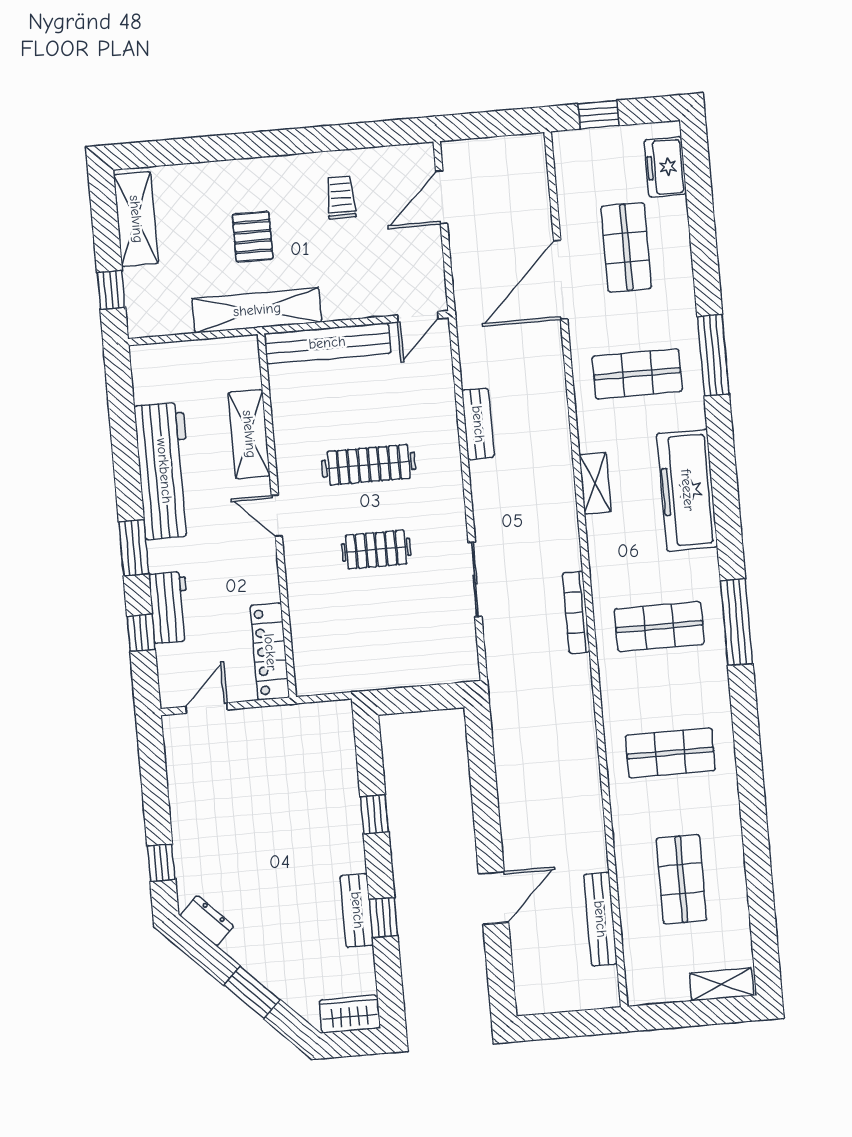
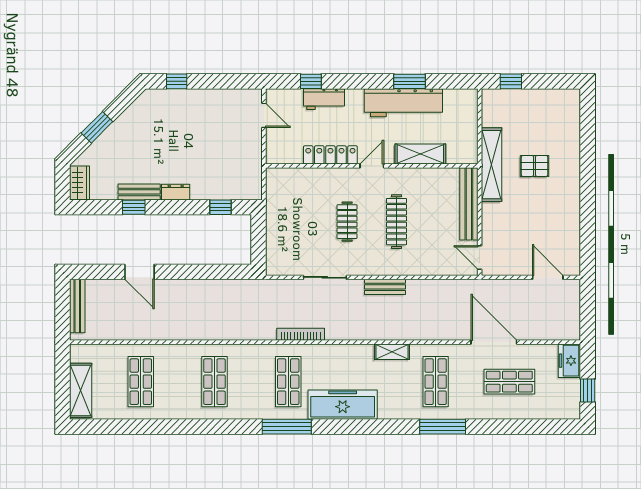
window: (598, 115) -> (588, 391), moved
freezer: (665, 167) -> (569, 361), moved, turned -90
trolley: (341, 197) -> (553, 219), removed
shelving: (136, 219) -> (551, 99), removed
bench: (478, 424) -> (385, 287), moved
shelving: (595, 483) -> (392, 352), moved
freezer: (687, 490) -> (343, 405), moved
window: (134, 548) -> (410, 81), moved
locker: (270, 652) -> (330, 155), moved
window: (374, 814) -> (221, 207), moved
shop shelf: (681, 879) -> (141, 382), turned 90
bench: (600, 919) -> (77, 306), moved, turned 90
dresser: (207, 921) -> (176, 192), moved, turned -135
shelving: (722, 984) -> (81, 390), width x1.50, depth x1.33

